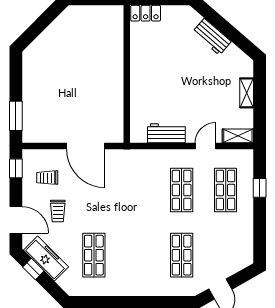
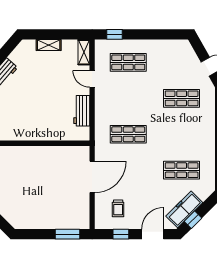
window: (16, 168) -> (121, 234), moved
window: (260, 188) -> (115, 34), moved
shop shelf: (182, 190) -> (128, 134), moved
trolley: (58, 211) -> (145, 200), removed

